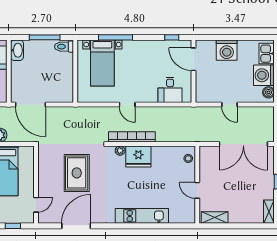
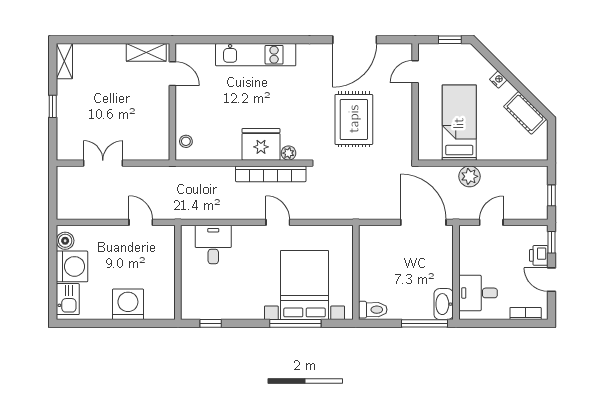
window: (45, 37) -> (425, 323), moved
door: (194, 59) -> (178, 291), removed
bed with nightstands: (102, 63) -> (305, 285), width x1.36
door: (229, 105) -> (141, 222), moved
double door: (243, 144) -> (103, 163), width x0.54
door: (197, 190) -> (172, 74), moved

